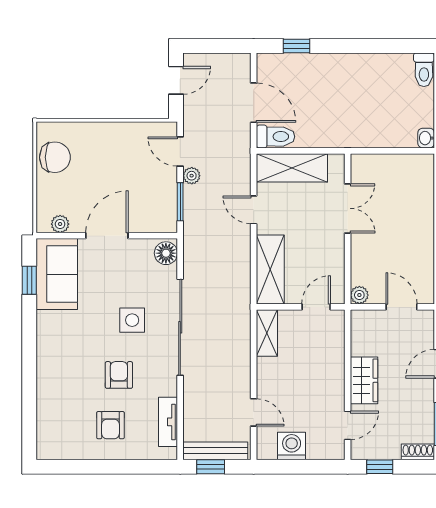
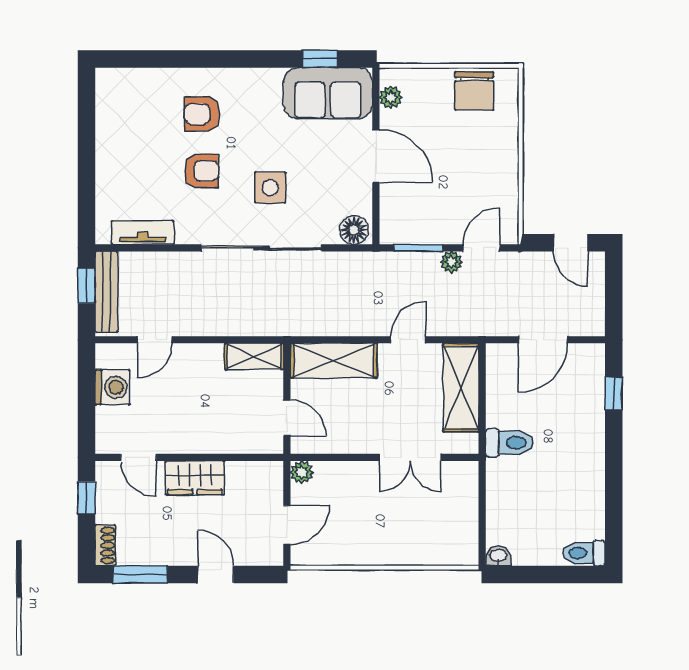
toilet: (275, 137) -> (510, 443), moved, turned -90
armchair: (110, 425) -> (202, 114), moved

